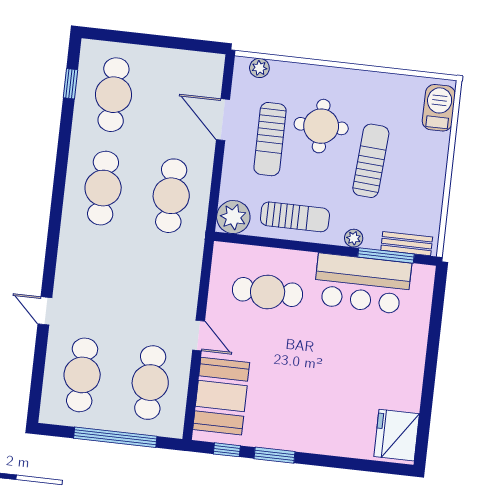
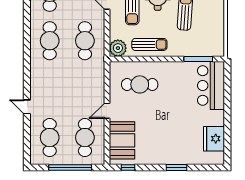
plant: (354, 238) -> (181, 52), removed
bench: (407, 244) -> (208, 52), removed
bar counter: (362, 284) -> (211, 86), moved, turned 90
door: (199, 336) -> (107, 111), swing flipped
fridge: (397, 435) -> (214, 139), moved
window: (275, 455) -> (177, 168), moved

